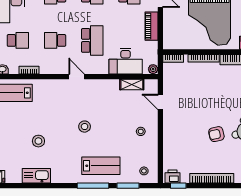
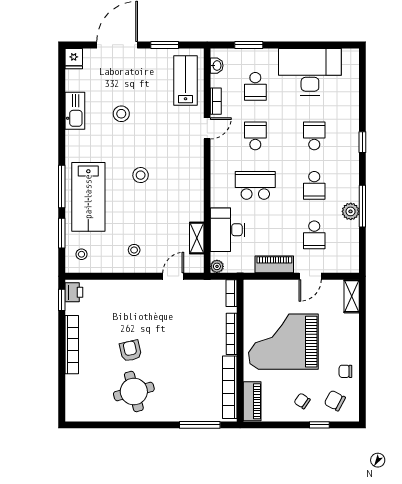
school desk: (92, 40) -> (255, 185), turned 180
door: (77, 77) -> (207, 128), moved
lab bench: (101, 166) -> (88, 197), width x1.36, depth x1.39

